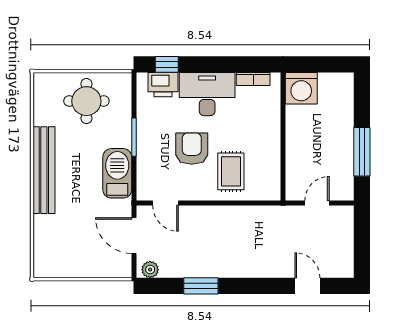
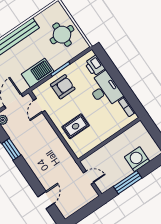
window: (167, 64) -> (106, 61), removed
washing machine: (301, 88) -> (137, 159), moved, turned 90
armchair: (192, 149) -> (63, 87), moved

